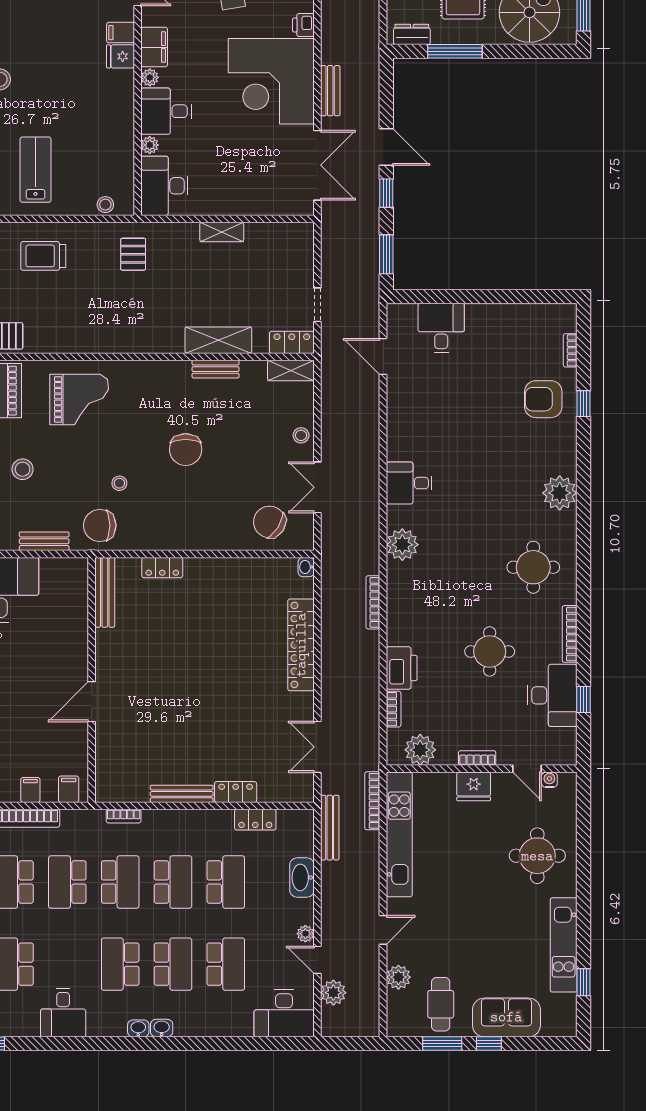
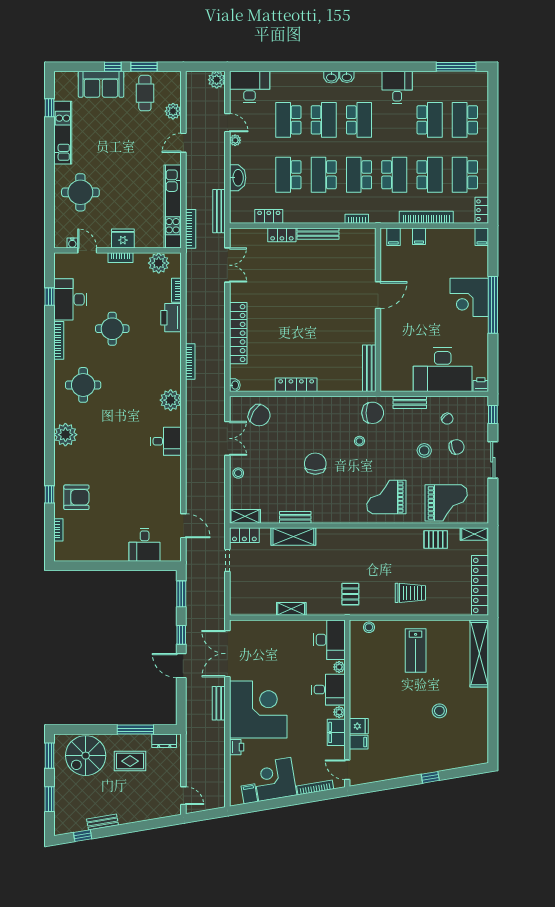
locker: (162, 568) -> (296, 385), moved, width x1.53
school desk: (173, 964) -> (324, 120), turned 180
plant: (333, 993) -> (217, 80), moved

